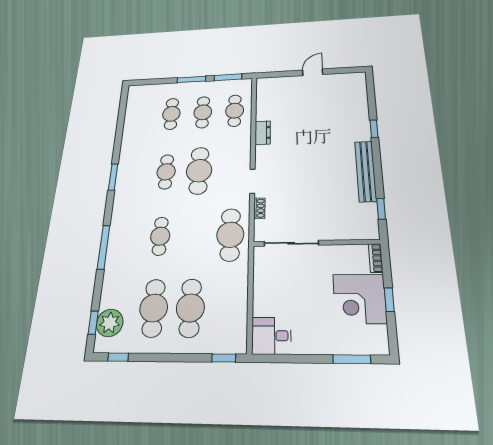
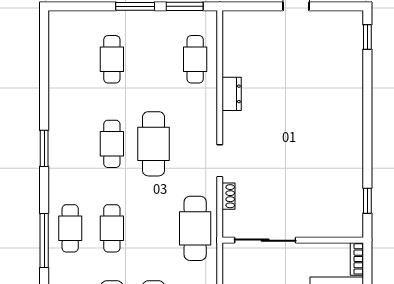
cafe table: (203, 112) -> (70, 228), moved
window: (374, 129) -> (367, 37), moved
bench: (366, 171) -> (354, 152), removed

